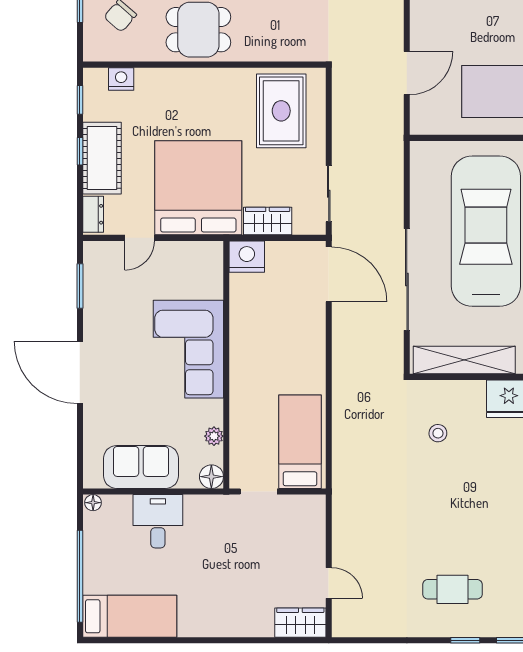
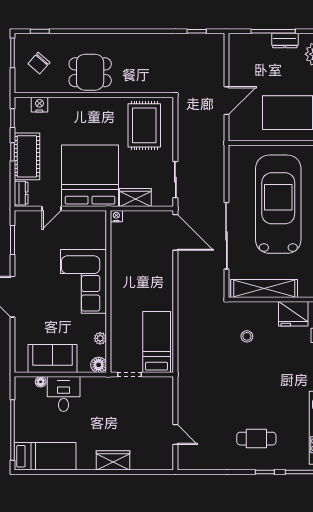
nightstand: (247, 257) -> (116, 216), width x0.53, depth x0.56
floor lamp: (93, 503) -> (41, 382), moved
wardrobe: (300, 623) -> (113, 460), moved

